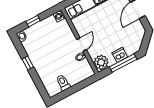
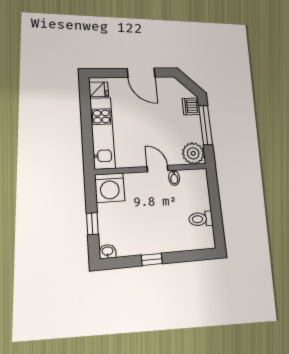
washing machine: (59, 16) -> (110, 188), width x1.89, depth x1.89
dishwasher: (120, 55) -> (191, 106), moved

